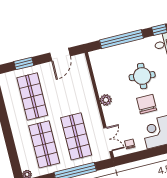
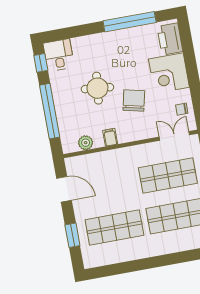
filing cabinet: (104, 89) -> (110, 137), added
plant: (106, 100) -> (86, 143), moved
chair: (147, 104) -> (134, 101), moved, turned 103

